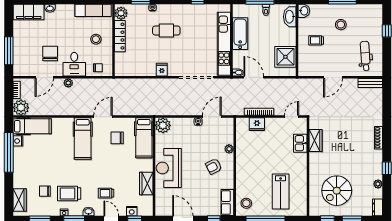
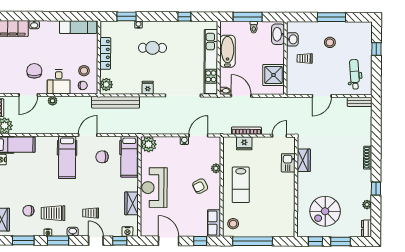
washbasin: (304, 11) -> (292, 39), moved
plant: (121, 13) -> (106, 84), moved
stool: (96, 39) -> (84, 71), moved
bench: (130, 84) -> (116, 102), added
lab bench: (281, 191) -> (241, 185), moved
nightstand: (132, 211) -> (127, 231), moved

